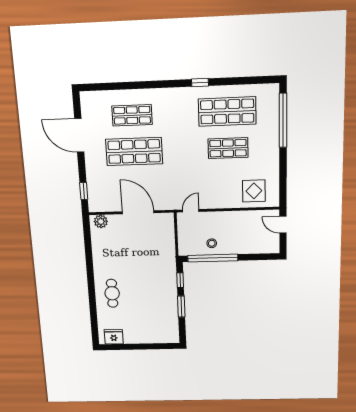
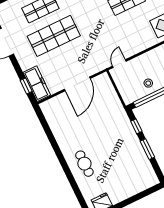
freezer: (96, 194) -> (37, 84), added
door: (138, 212) -> (77, 84), swing flipped
plant: (101, 221) -> (50, 105), removed

